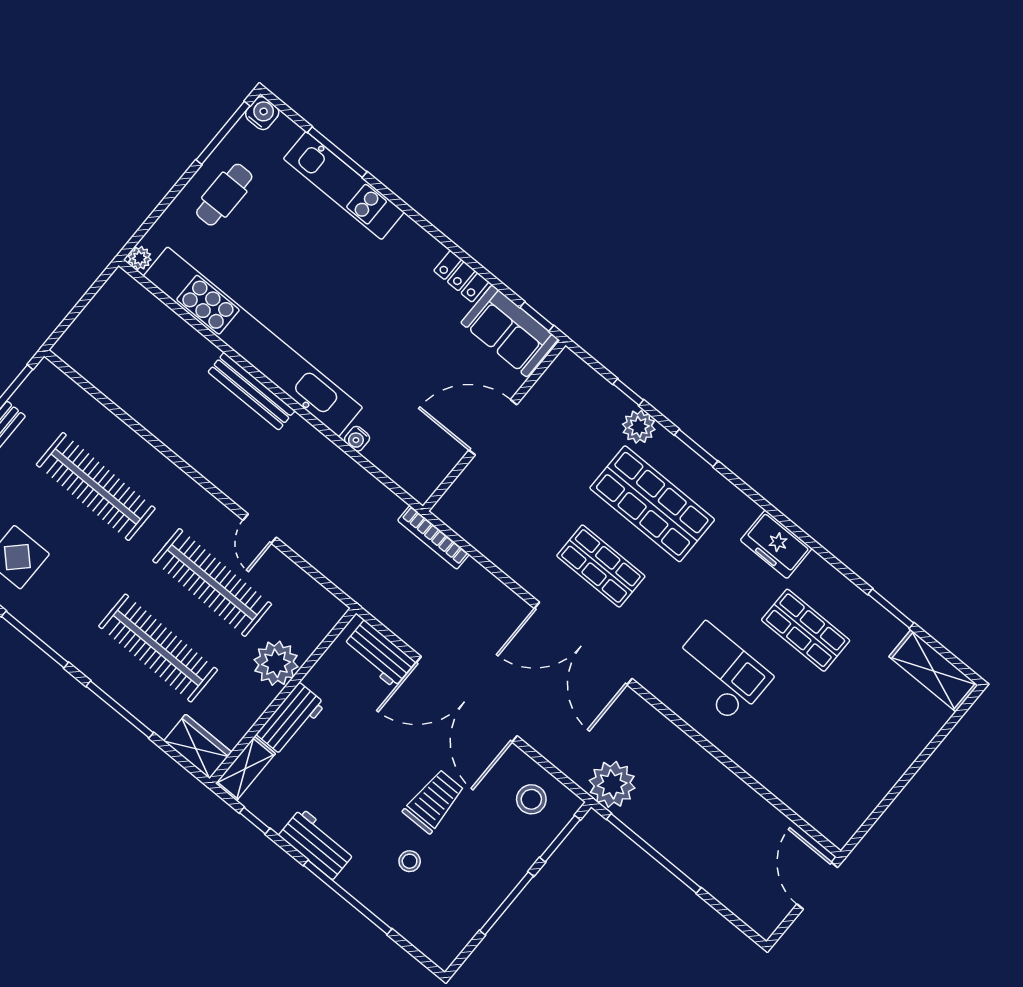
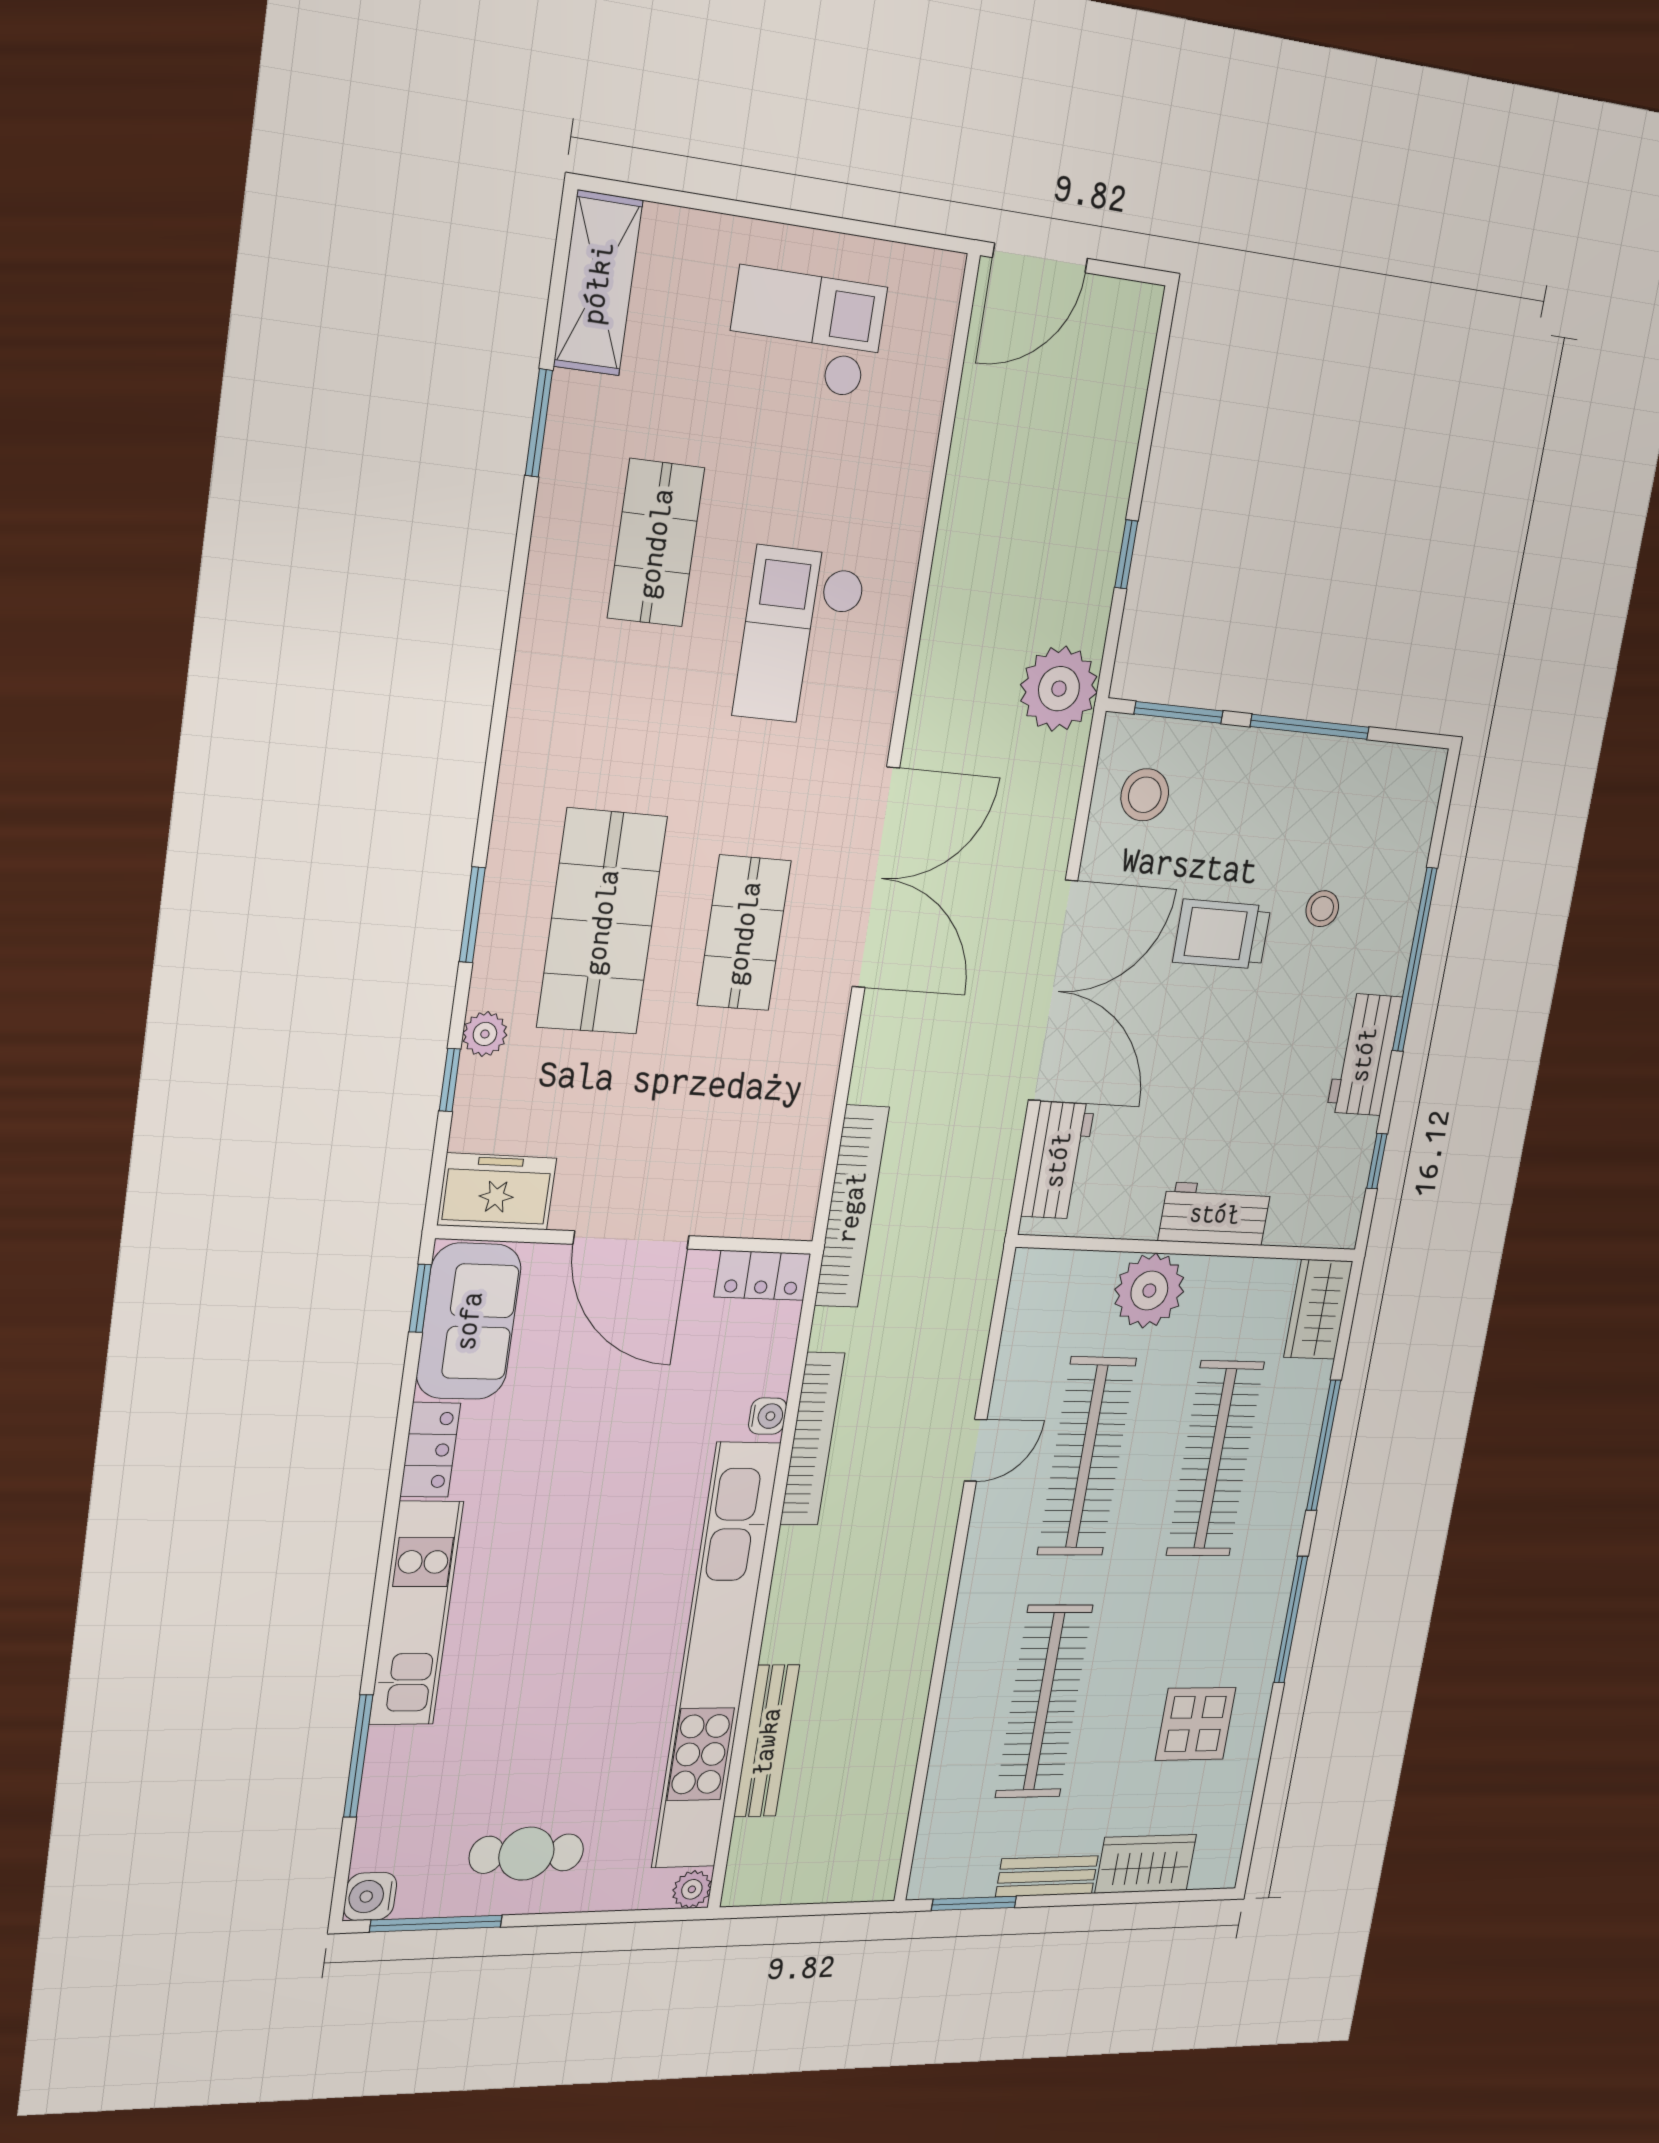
kitchen unit: (344, 185) -> (416, 1613), moved
bench: (251, 391) -> (767, 1741), moved
plant: (639, 427) -> (485, 1034), width x0.73, depth x0.73
bookcase: (329, 453) -> (812, 1439), added
locker: (429, 478) -> (762, 1275), added
bookcase: (433, 537) -> (852, 1207), width x1.48, depth x1.31
freezer: (776, 544) -> (497, 1192), moved, turned -90
checkout: (854, 754) -> (806, 333), added
shelving: (245, 769) -> (1314, 1225), removed
window: (654, 853) -> (1126, 554), width x0.32

